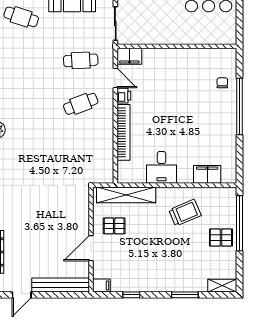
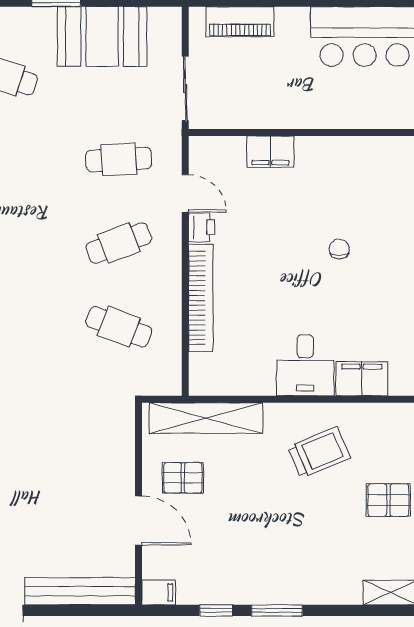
filing cabinet: (129, 56) -> (270, 152), moved
chair: (222, 83) -> (339, 249), moved
cafe table: (81, 147) -> (119, 327), added
desk: (162, 167) -> (305, 365), moved
door: (91, 248) -> (138, 520), swing flipped
window: (185, 295) -> (277, 610), moved

